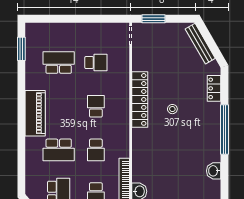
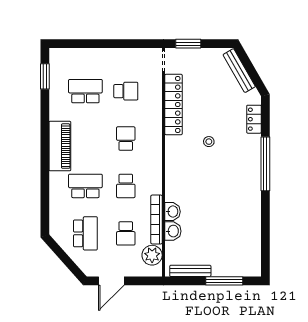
locker: (140, 99) -> (173, 104), moved
school desk: (59, 150) -> (85, 186), turned 180
washbasin: (214, 171) -> (172, 212), moved, turned 180

